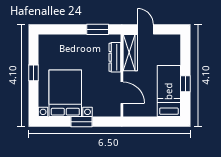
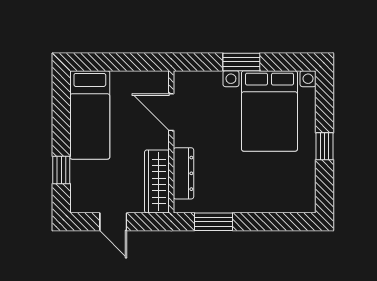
door: (145, 29) -> (113, 222), moved
window: (185, 84) -> (61, 170), moved

